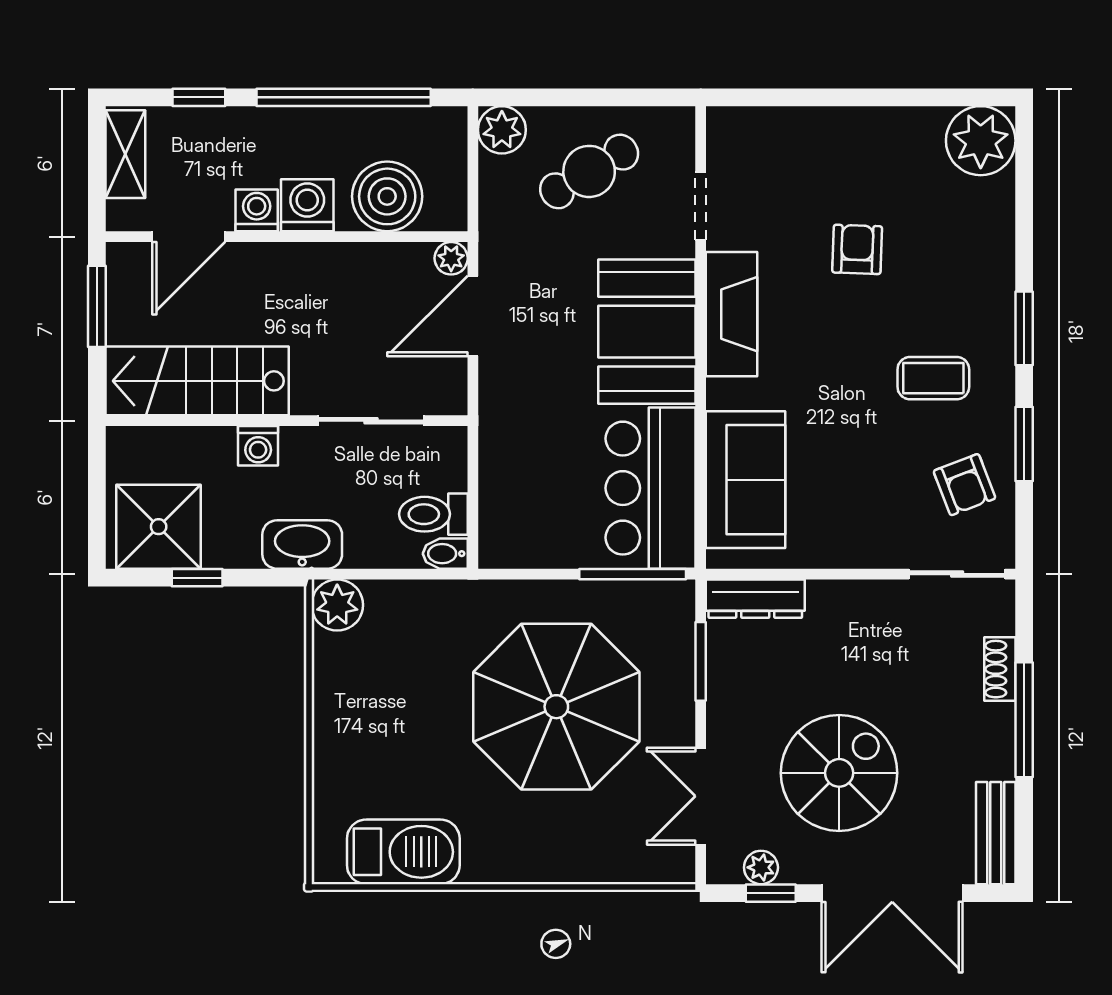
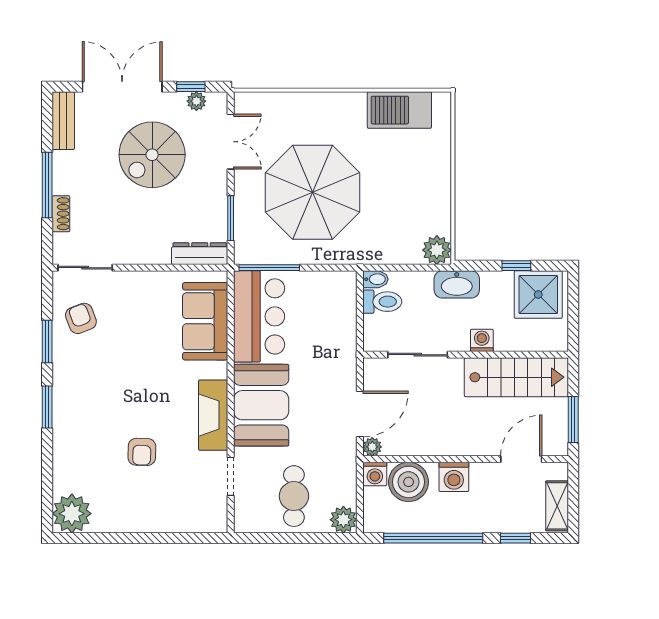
cafe table: (589, 171) -> (294, 496), turned -59
washing machine: (257, 210) -> (375, 474), moved
coffee table: (933, 378) -> (99, 379), removed

